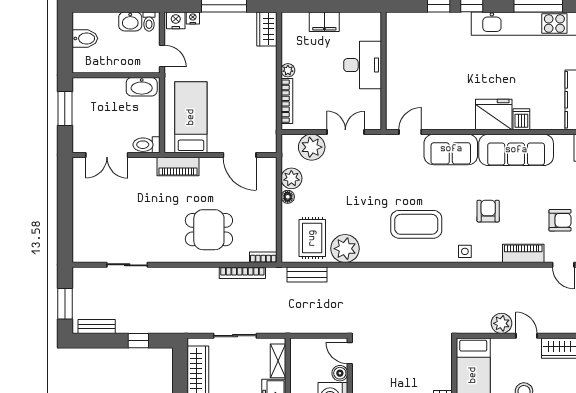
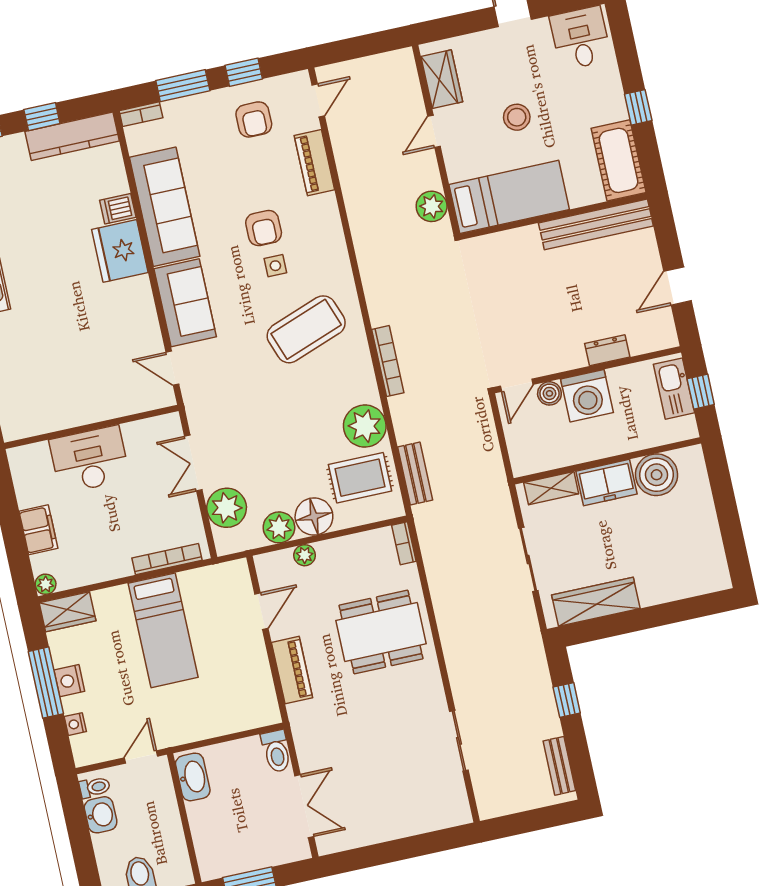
nightstand: (176, 20) -> (69, 681), moved
plant: (288, 70) -> (46, 584), moved
bed: (191, 117) -> (163, 630), moved, turned -90
door: (240, 155) -> (261, 611), width x0.73
piano: (178, 166) -> (292, 670), moved
plant: (270, 191) -> (305, 555), added
floor lamp: (288, 197) -> (314, 516), width x1.89, depth x1.89
armchair: (488, 211) -> (264, 228), turned -90
armchair: (560, 220) -> (254, 119), turned 180
coffee table: (416, 224) -> (306, 329), turned 70
dining table: (209, 230) -> (381, 632), width x1.37
side table: (465, 251) -> (275, 266), moved
bookcase: (242, 273) -> (388, 361), moved
window: (65, 304) -> (536, 820), removed
plant: (501, 323) -> (432, 206), moved

